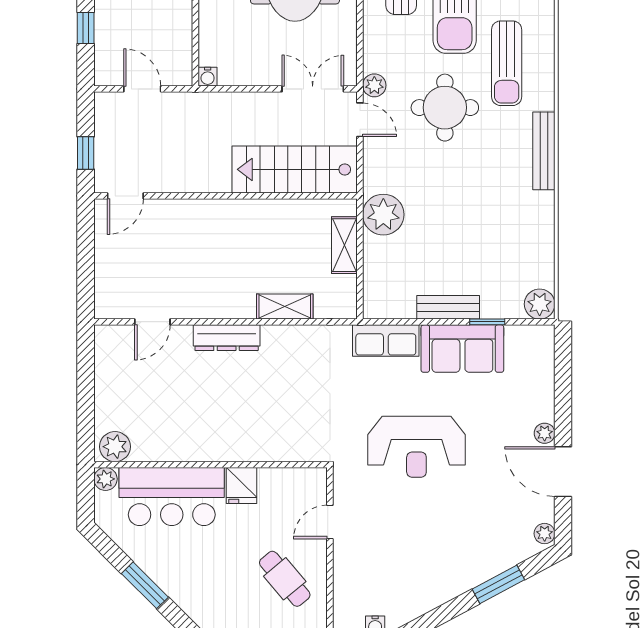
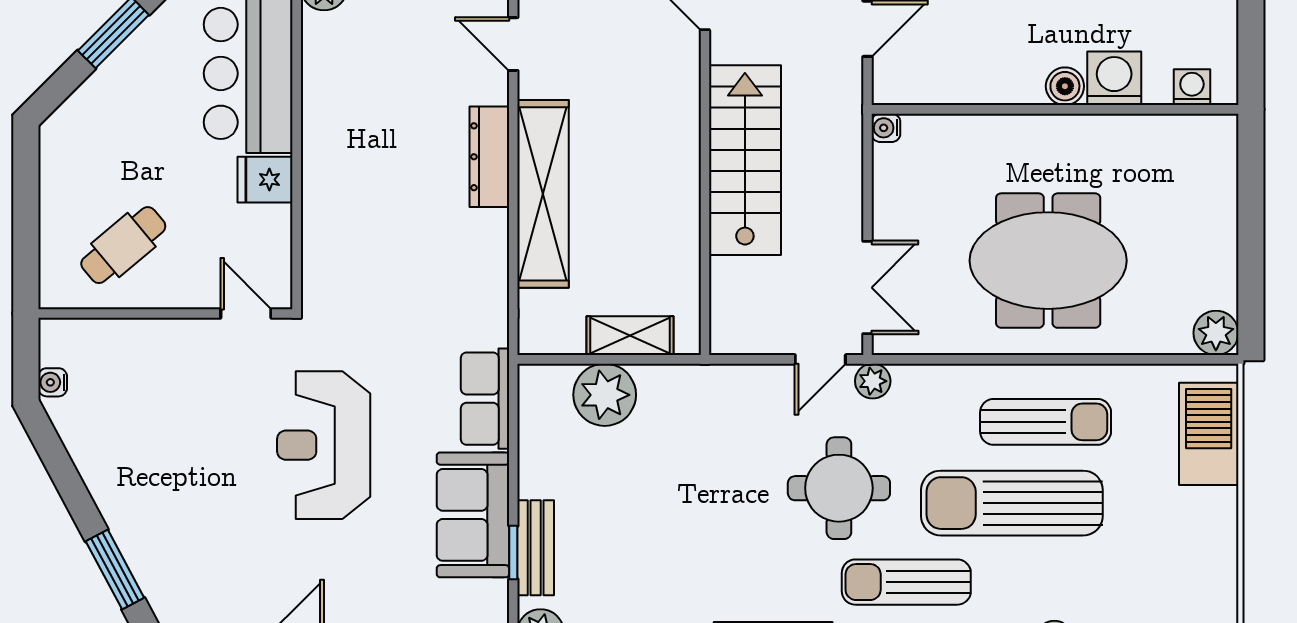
stairs: (295, 169) -> (745, 160), moved
plant: (383, 215) -> (605, 395), moved
shelving: (285, 307) -> (543, 194), width x2.20, depth x1.33
bench: (448, 307) -> (536, 548), moved
door: (330, 522) -> (246, 314), moved

